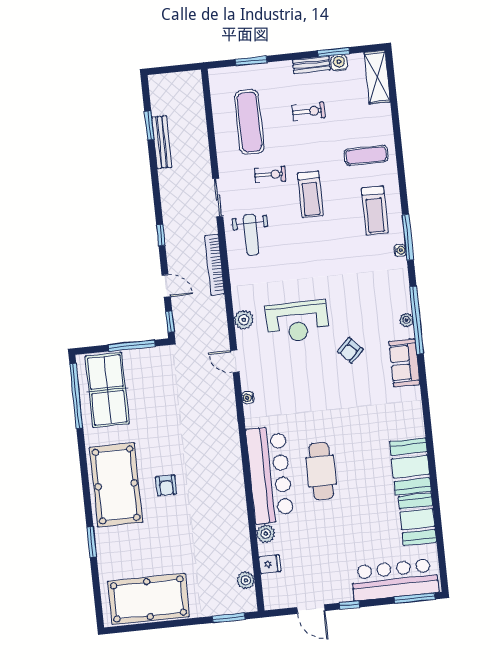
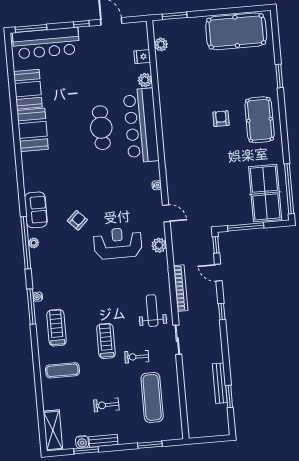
pool table: (116, 485) -> (260, 120), width x0.73, depth x0.76

